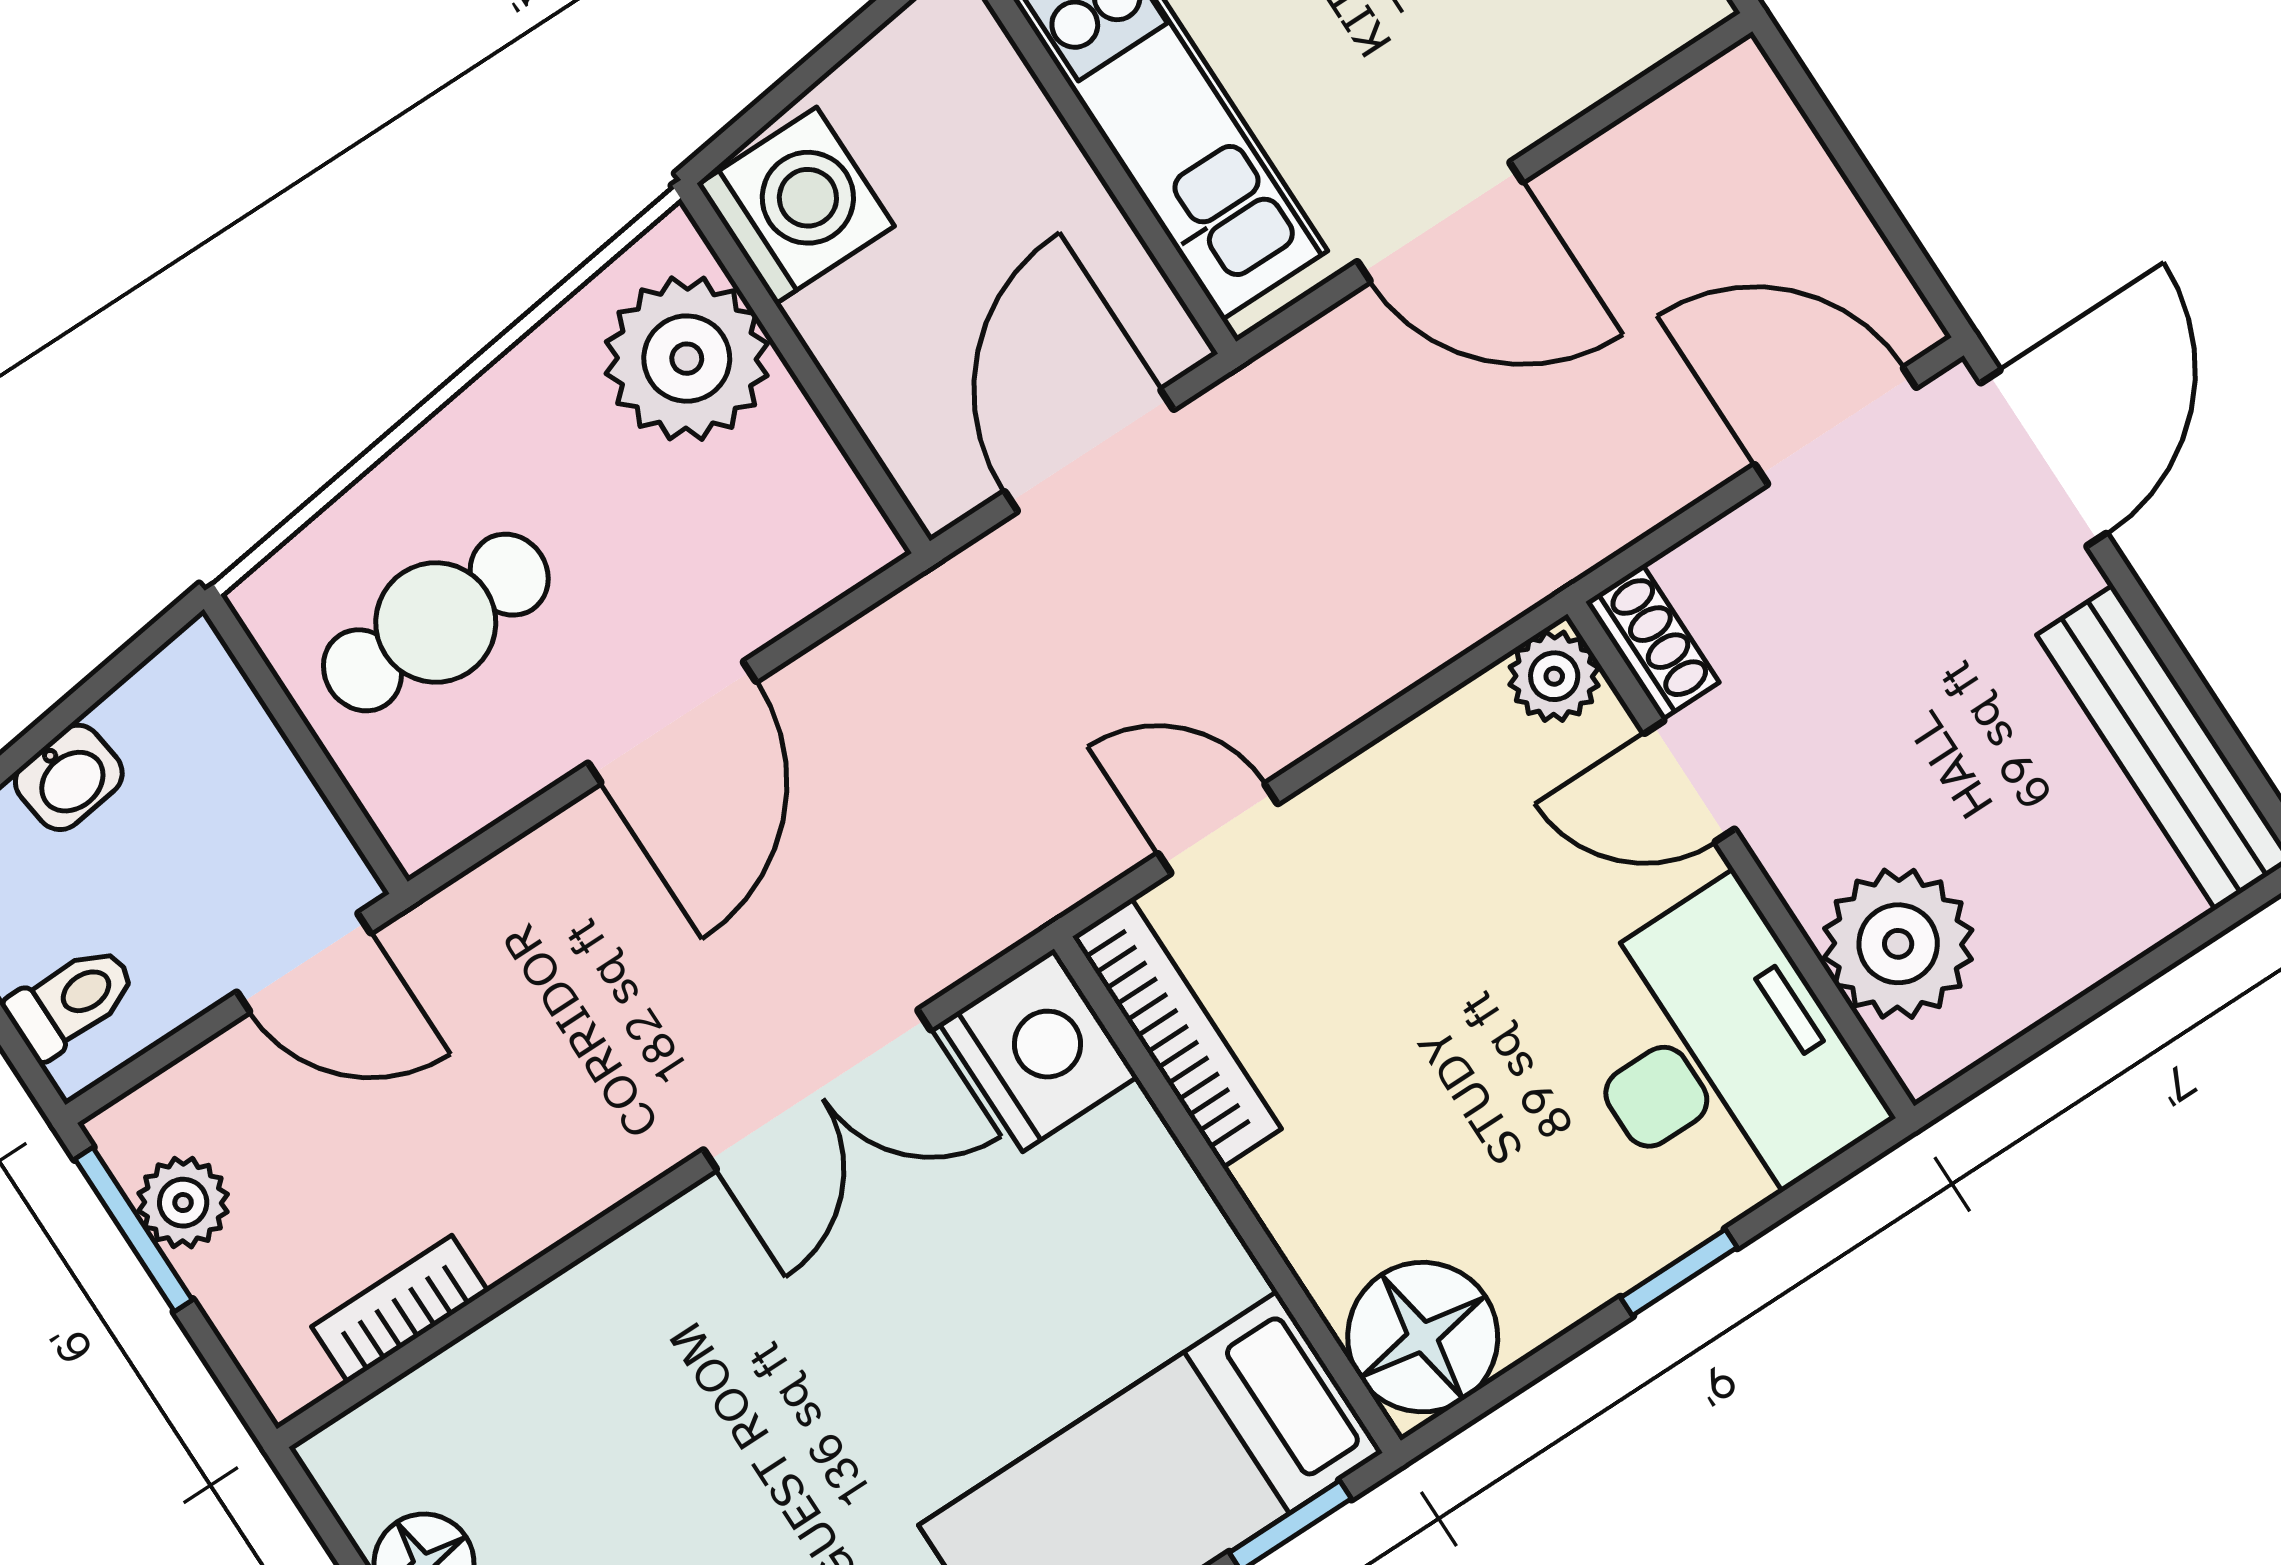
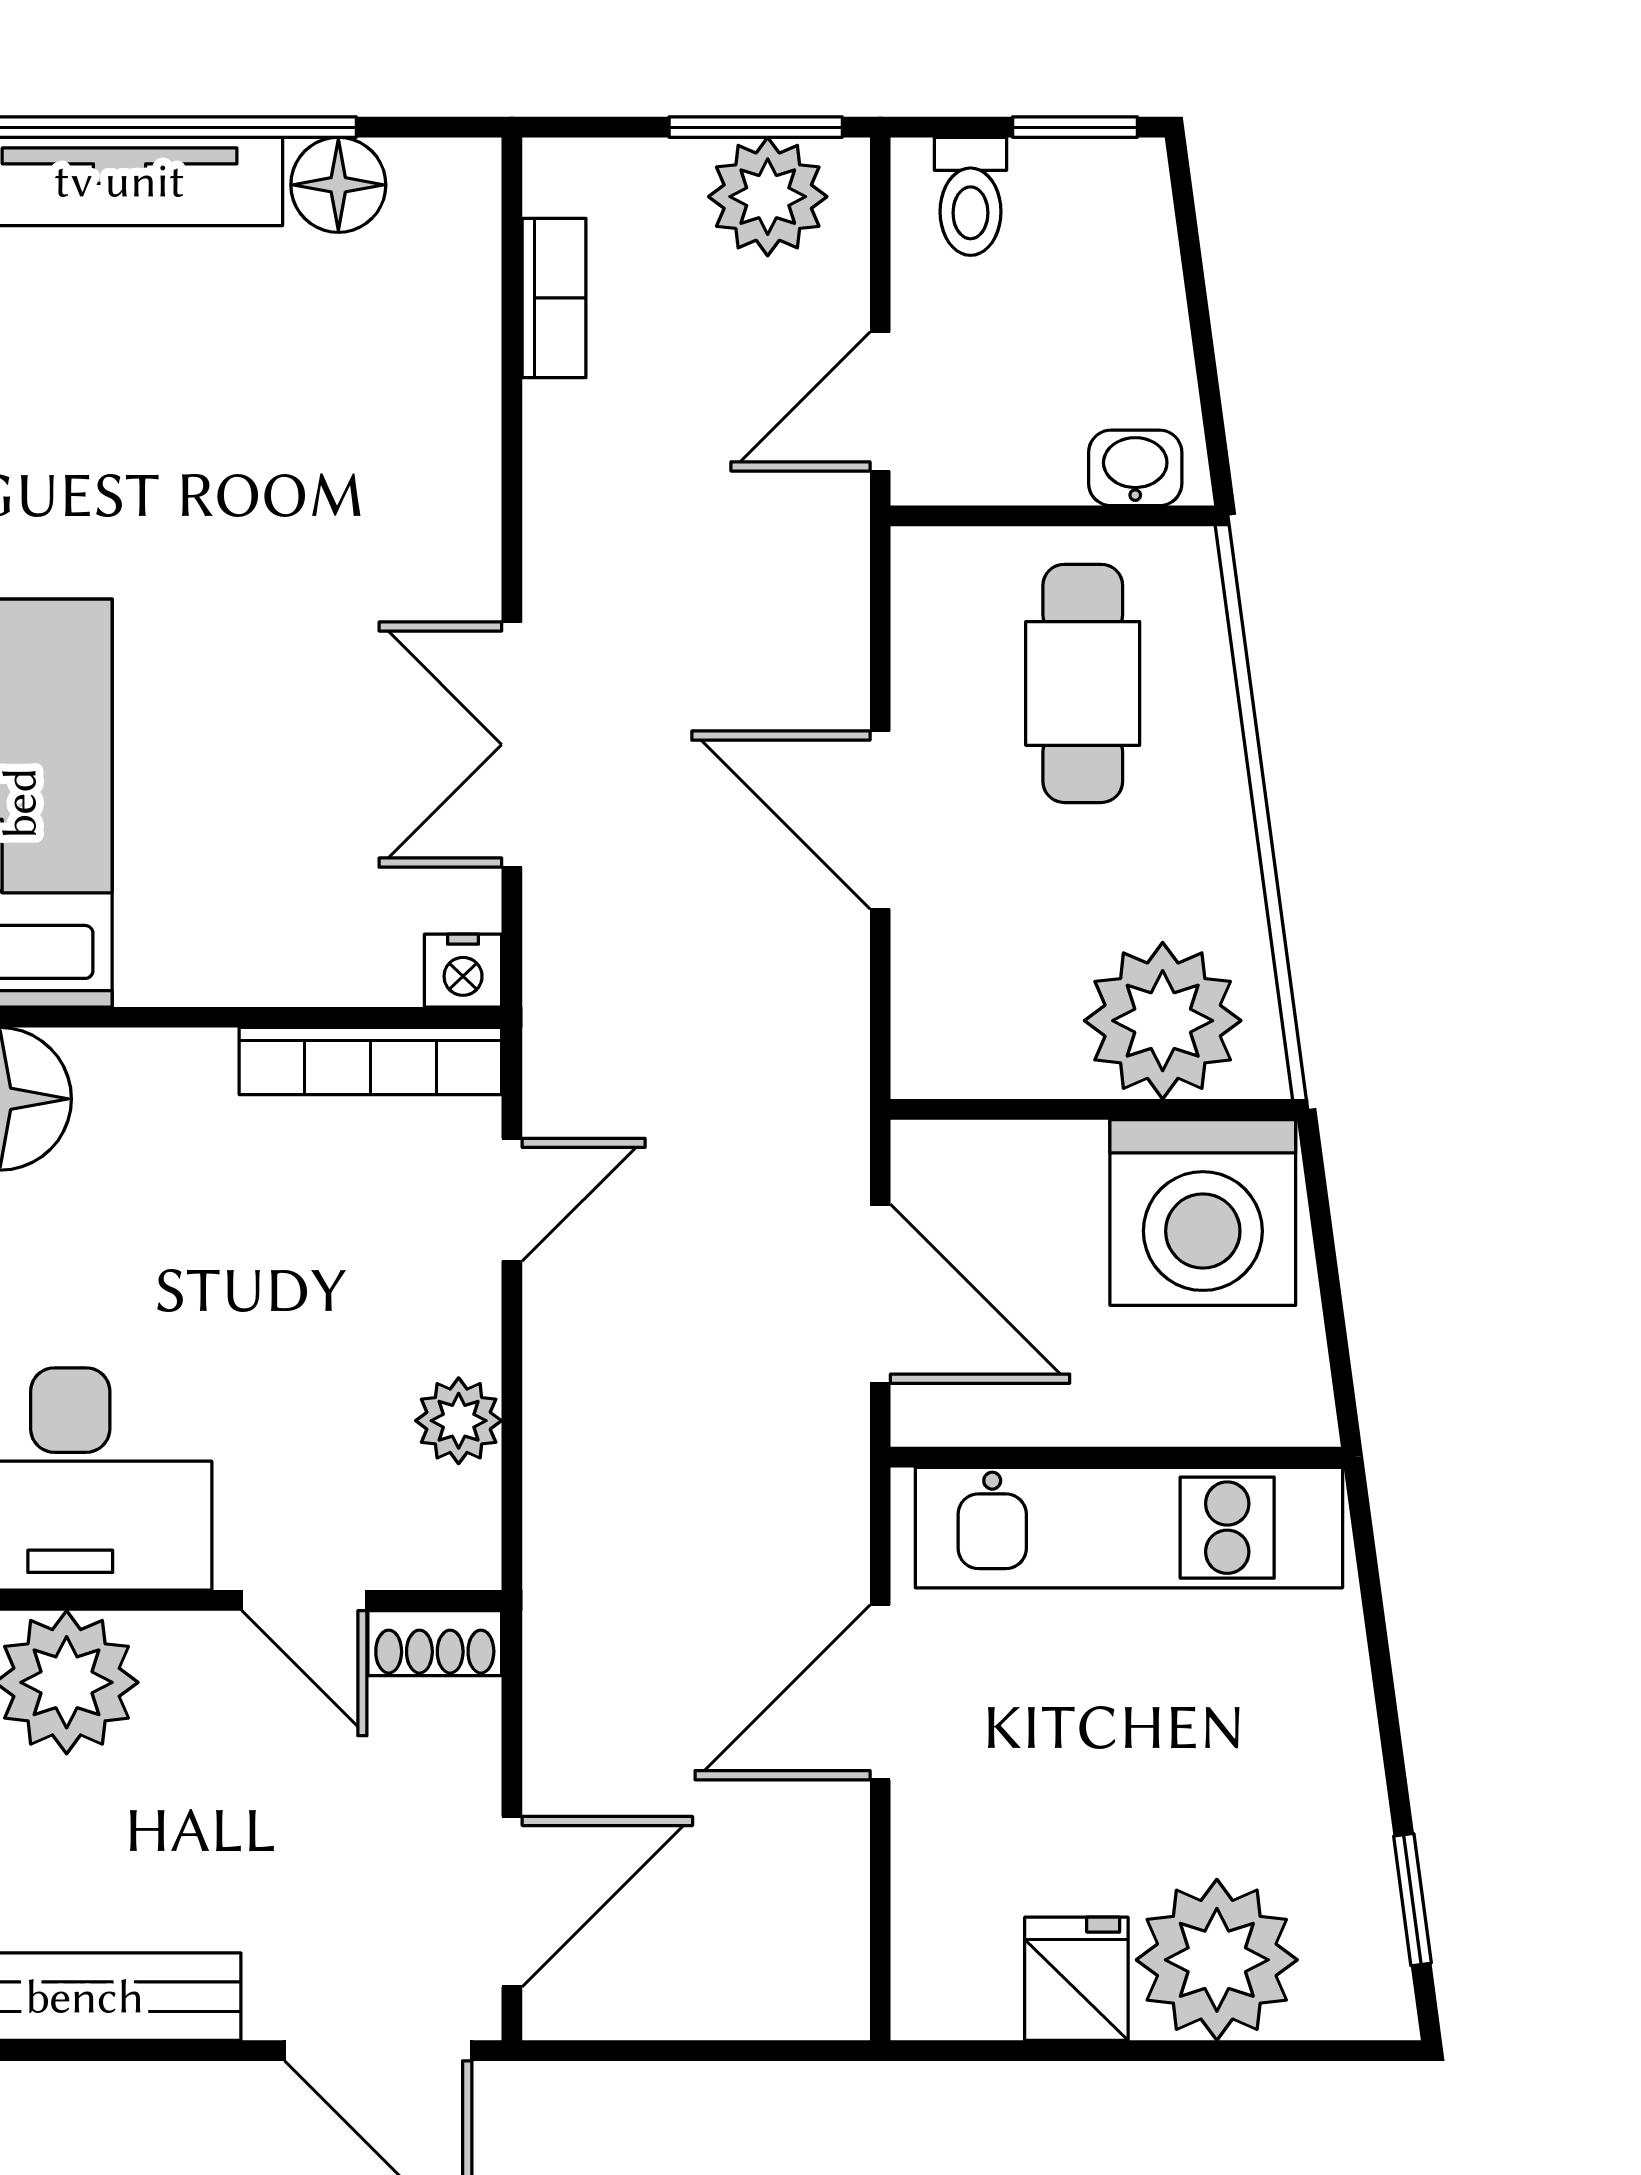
washing machine: (796, 205) -> (1203, 1212), width x1.37, depth x1.37
plant: (1554, 676) -> (459, 1421), moved
washbasin: (69, 777) -> (1135, 468), moved, turned 98
door: (1690, 781) -> (304, 1600), swing flipped
nightstand: (1038, 1050) -> (463, 971), width x0.53, depth x0.56
plant: (183, 1203) -> (768, 197), width x1.38, depth x1.38

